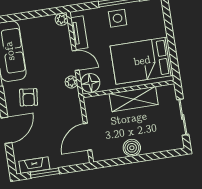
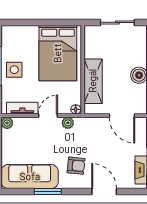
floor lamp: (90, 83) -> (76, 109), width x0.53, depth x0.53
shelving: (134, 99) -> (93, 81), moved

